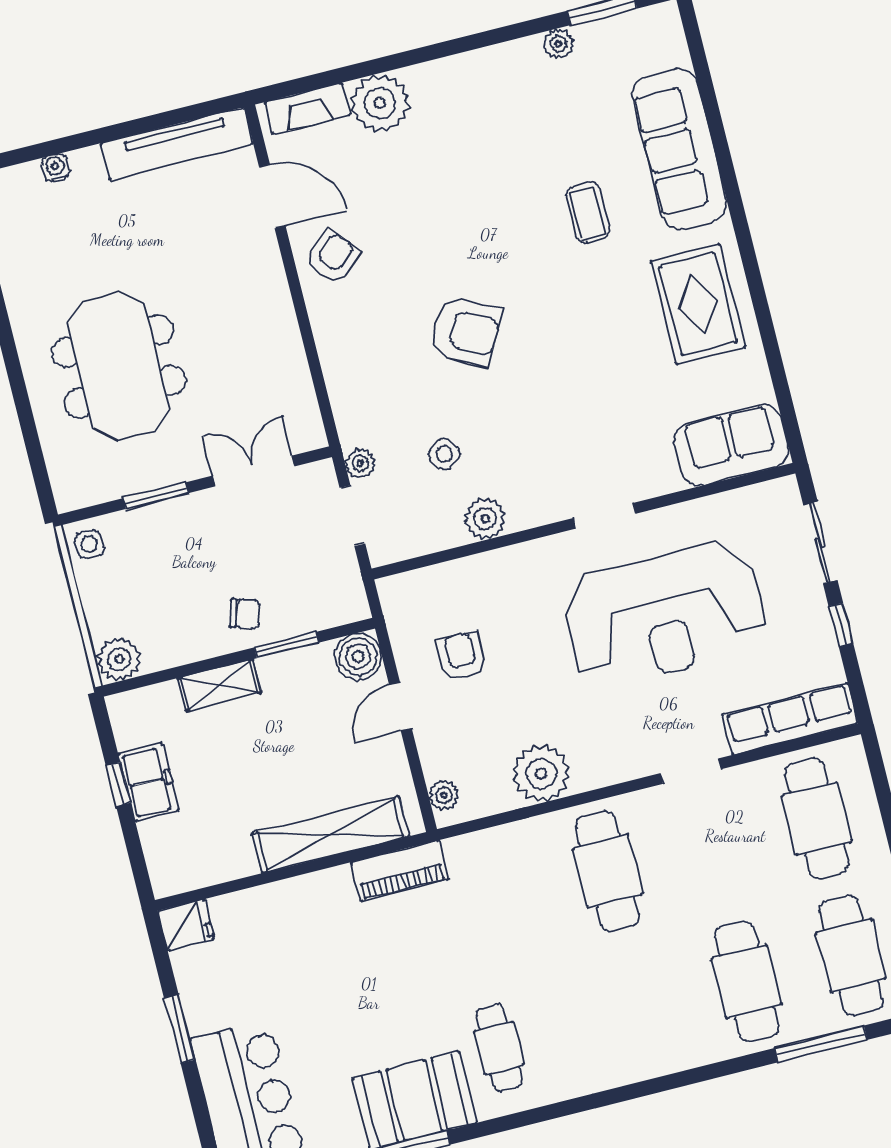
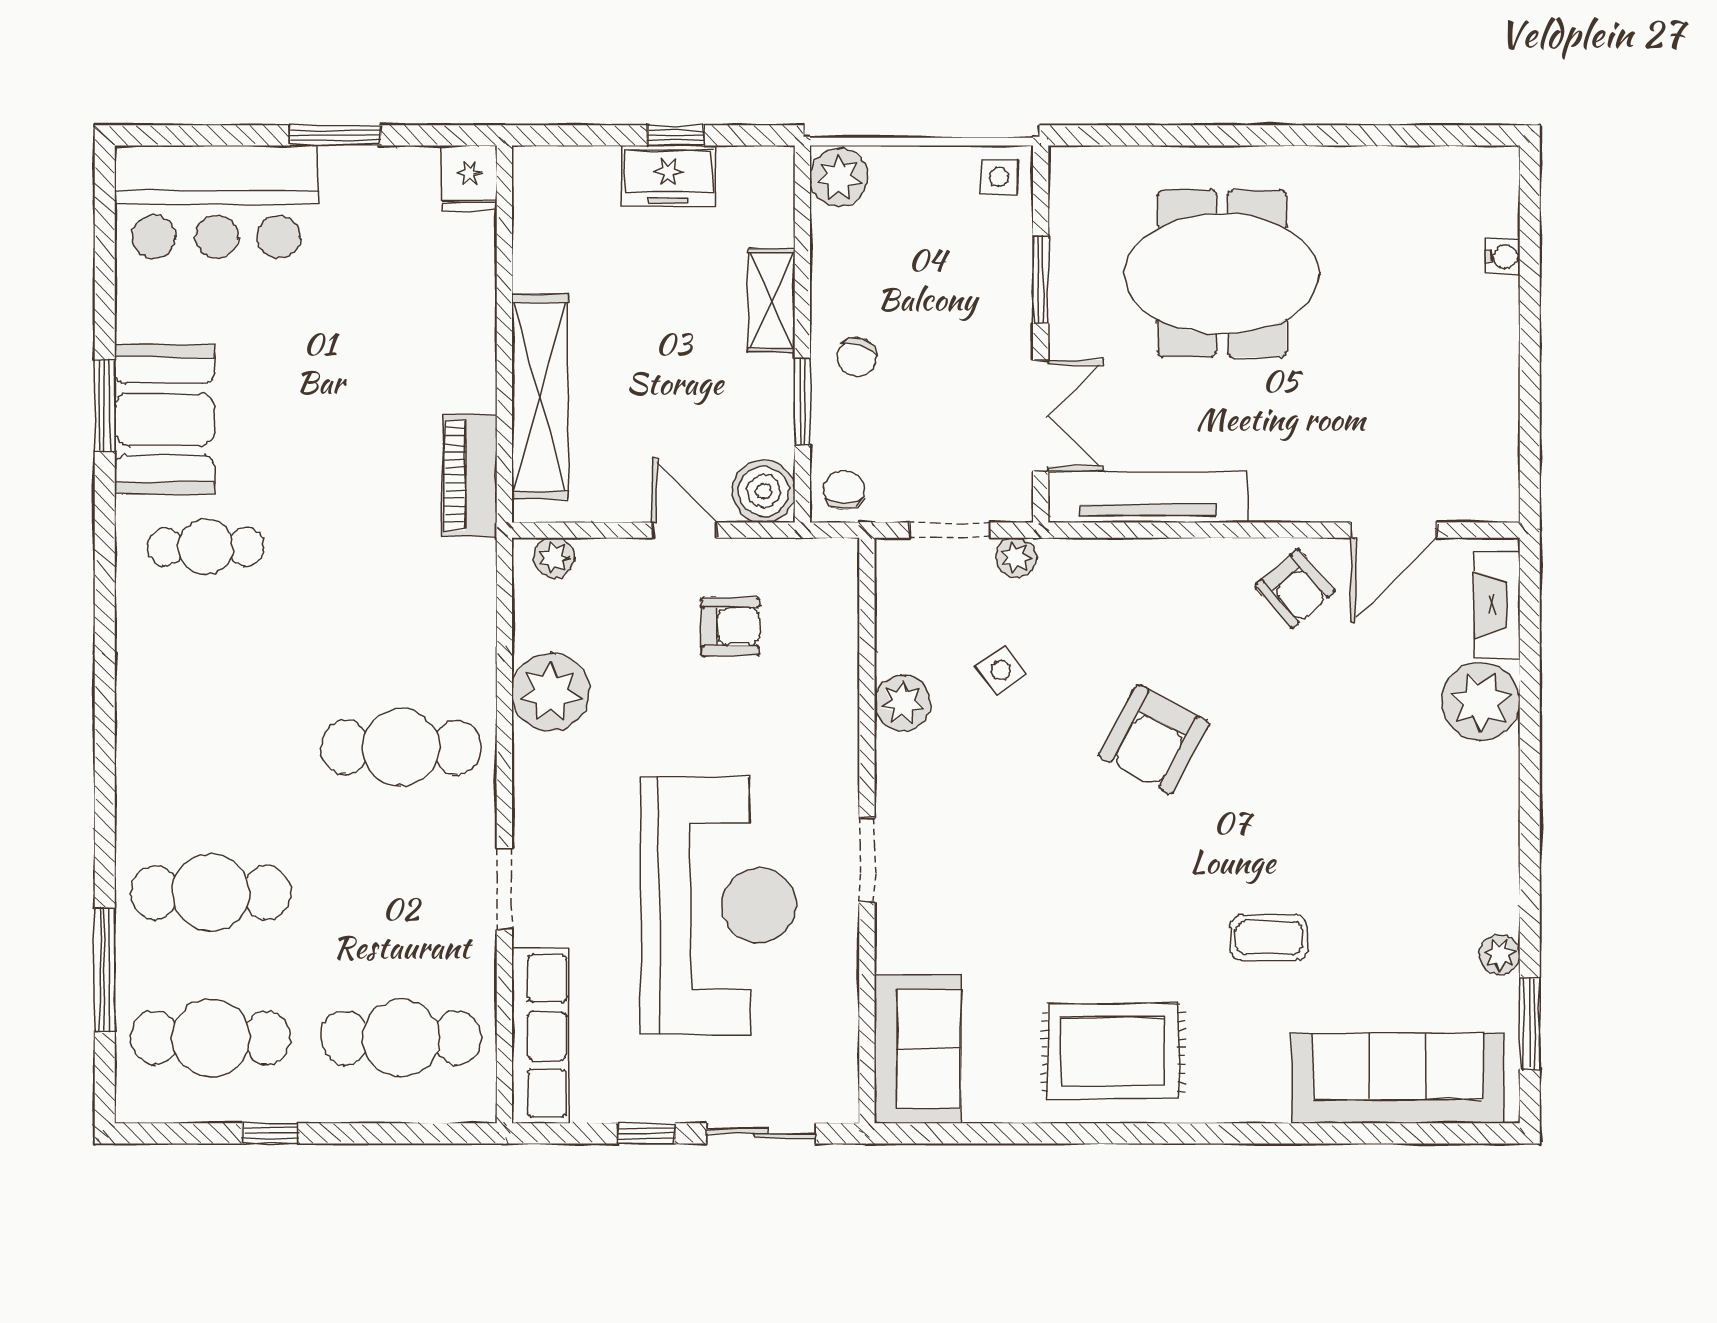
tv unit: (177, 144) -> (1148, 497), moved, turned 90
sofa: (679, 149) -> (1398, 1078), moved
chair: (343, 599) -> (844, 490), added
reception desk: (664, 614) -> (719, 905), turned 180

